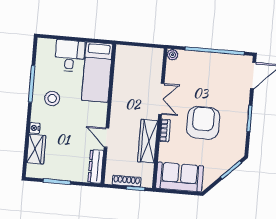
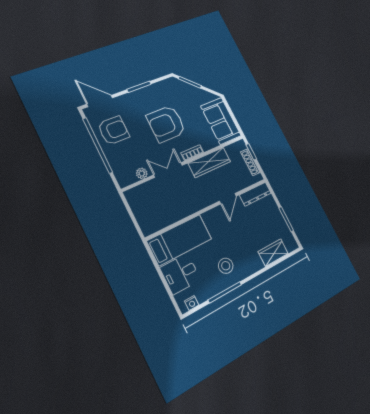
plant: (172, 55) -> (142, 173), moved
armchair: (221, 72) -> (113, 130), added
nightstand: (35, 128) -> (192, 303), moved

